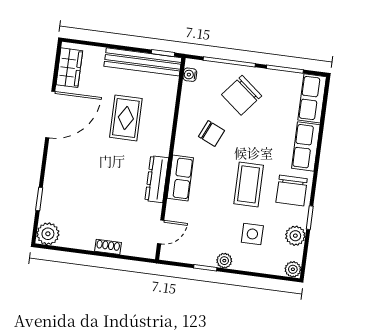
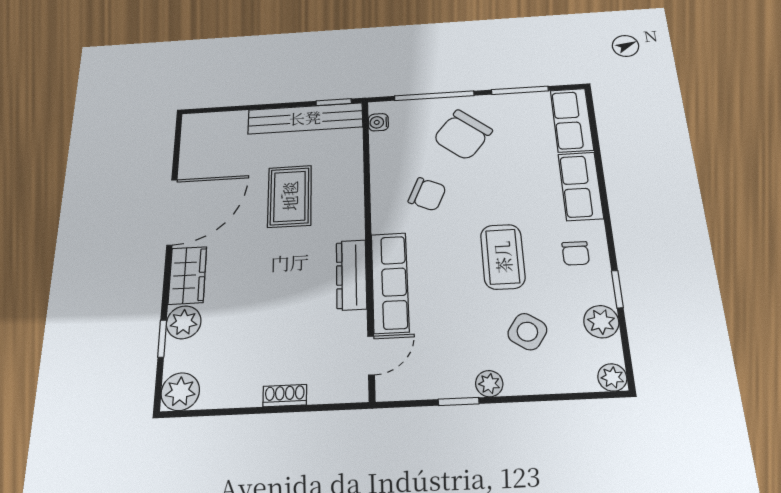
wardrobe: (69, 68) -> (187, 275), moved
row of seats: (180, 178) -> (390, 282), width x1.48
plant: (53, 191) -> (184, 322), added
chair: (292, 191) -> (576, 253), width x0.54, depth x0.54
side table: (252, 234) -> (527, 332), turned 34

